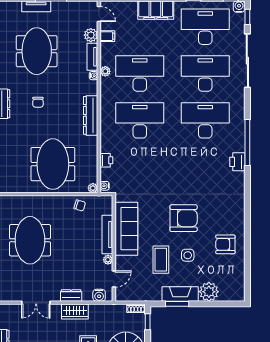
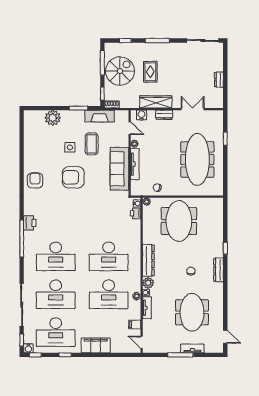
plant: (91, 35) -> (148, 283), moved
printer: (106, 160) -> (136, 213), moved
meeting table: (30, 240) -> (197, 159), width x1.36
armchair: (225, 244) -> (35, 180), moved, turned -90
door: (114, 279) -> (130, 128), swing flipped
fireplace: (180, 294) -> (100, 116), moved
wardrobe: (75, 312) -> (156, 102), width x1.50

